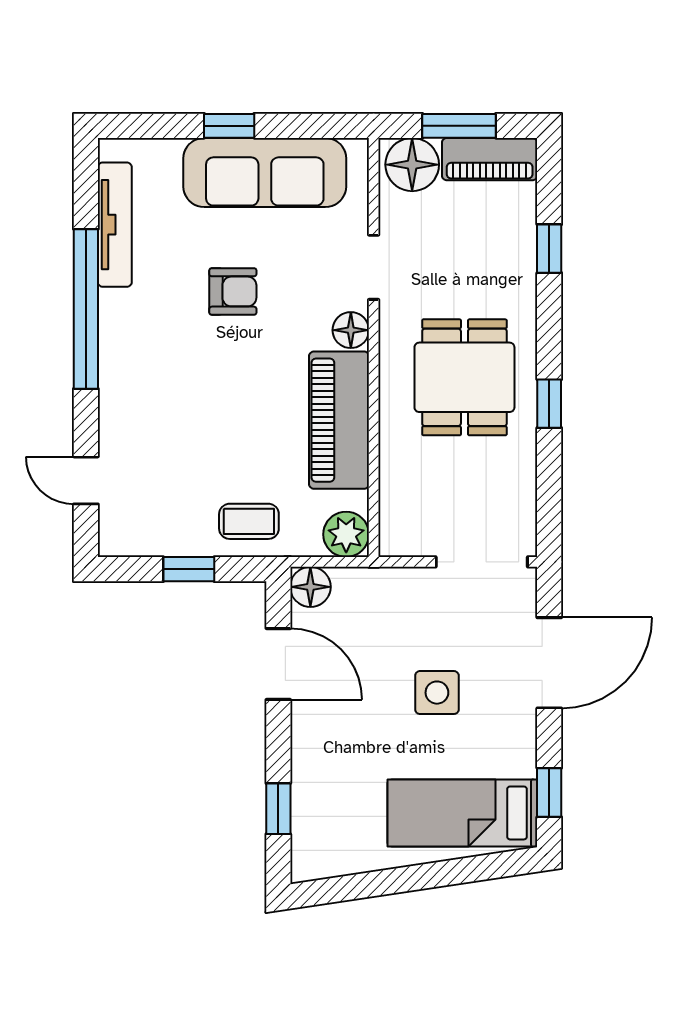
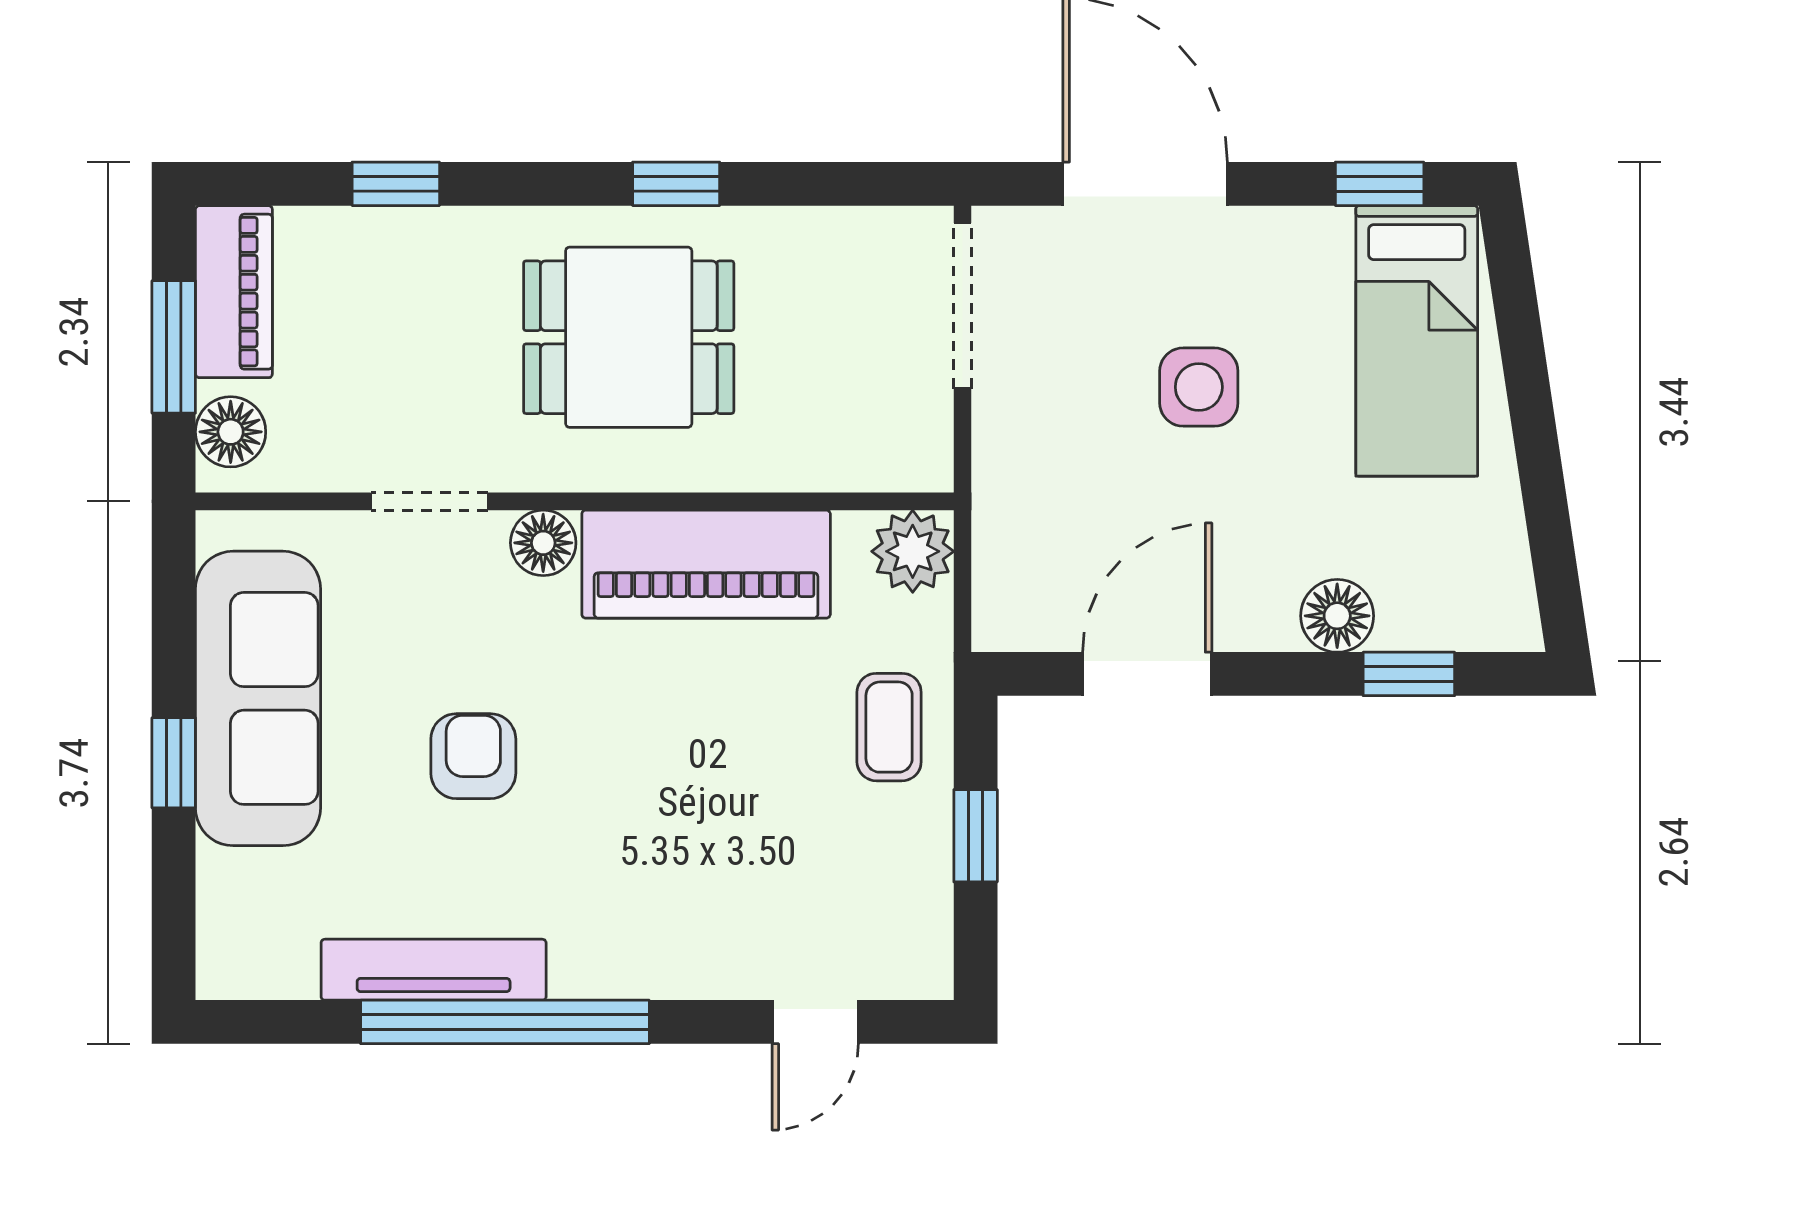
floor lamp: (412, 165) -> (231, 432), width x0.73, depth x0.73
tv unit: (115, 225) -> (434, 970), moved
floor lamp: (310, 587) -> (1337, 616), moved

